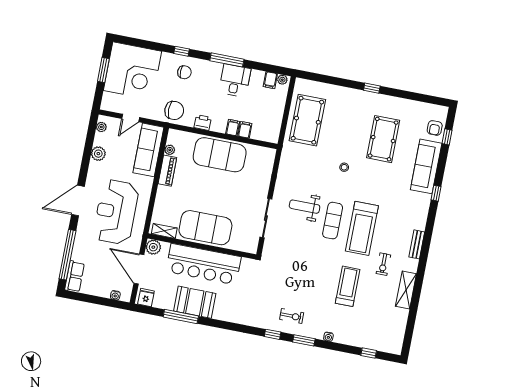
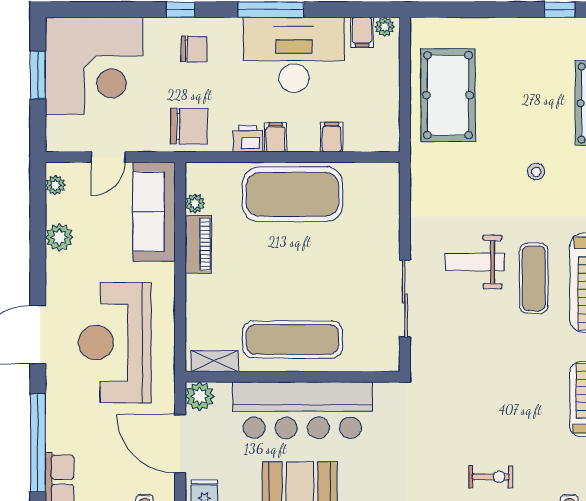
desk: (235, 80) -> (294, 55), width x1.87, depth x1.30
filing cabinet: (233, 128) -> (276, 137), moved
exercise mat: (205, 228) -> (293, 339), width x0.68

